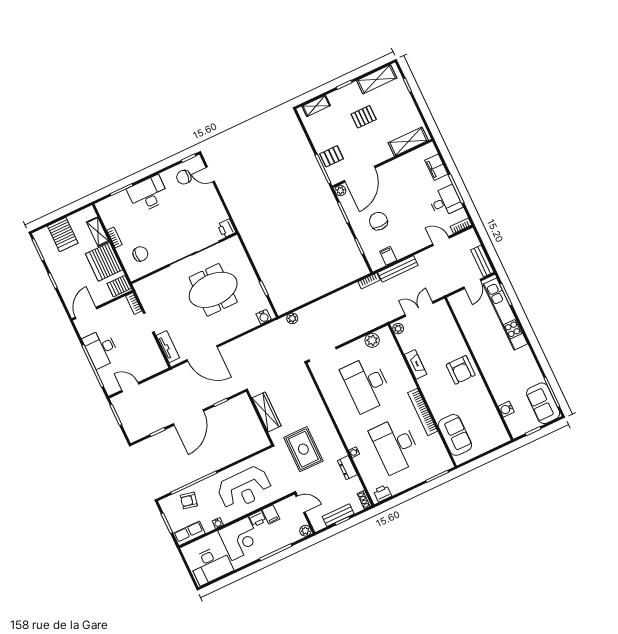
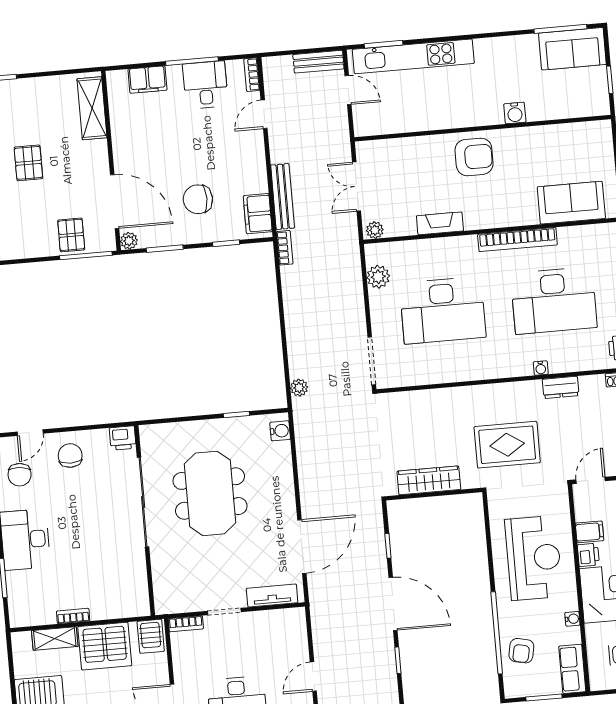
chair: (140, 254) -> (70, 456), moved
filing cabinet: (388, 256) -> (258, 214), width x2.00
water cooler: (506, 409) -> (515, 113), moved

